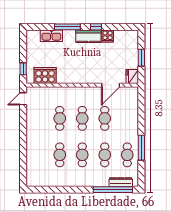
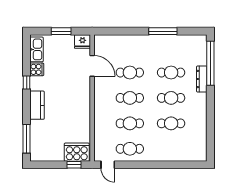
window: (67, 27) -> (27, 139), moved
kitchen sink: (51, 36) -> (37, 49), moved
kitchen counter: (88, 36) -> (37, 105), moved
cooker: (45, 75) -> (77, 152), moved, turned 90
cafe table: (127, 155) -> (130, 149), moved
dresser: (121, 182) -> (202, 79), moved

